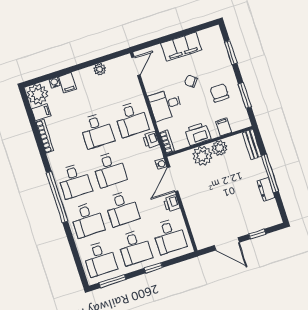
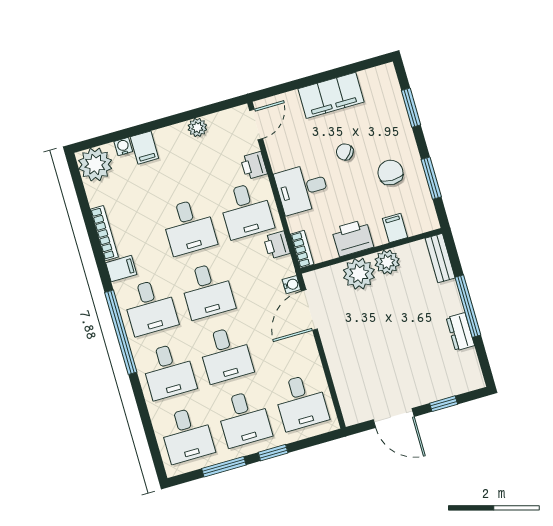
filing cabinet: (41, 112) -> (121, 269), moved
printer: (172, 203) -> (254, 165), moved
window: (113, 281) -> (224, 467), moved

